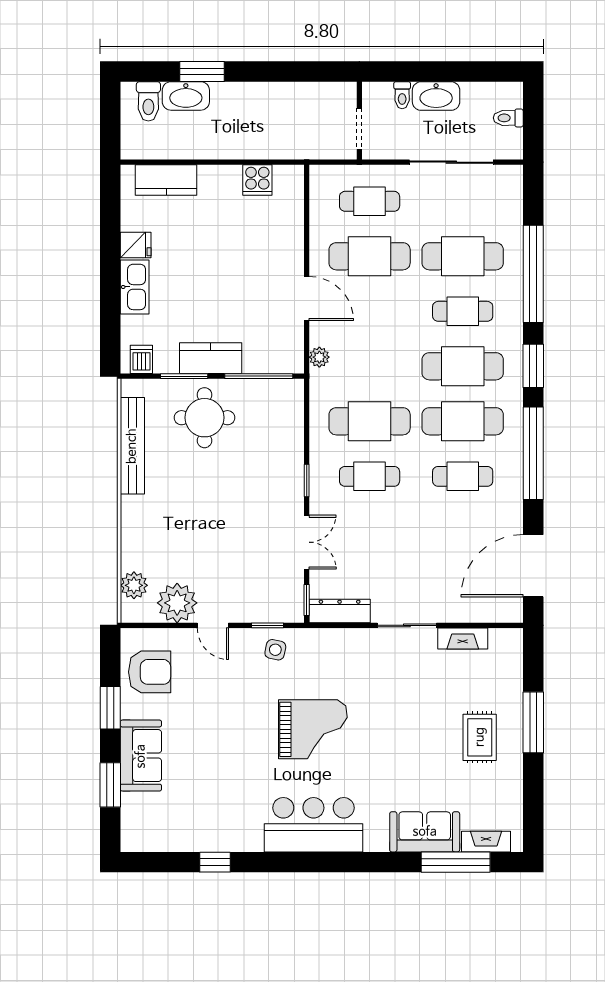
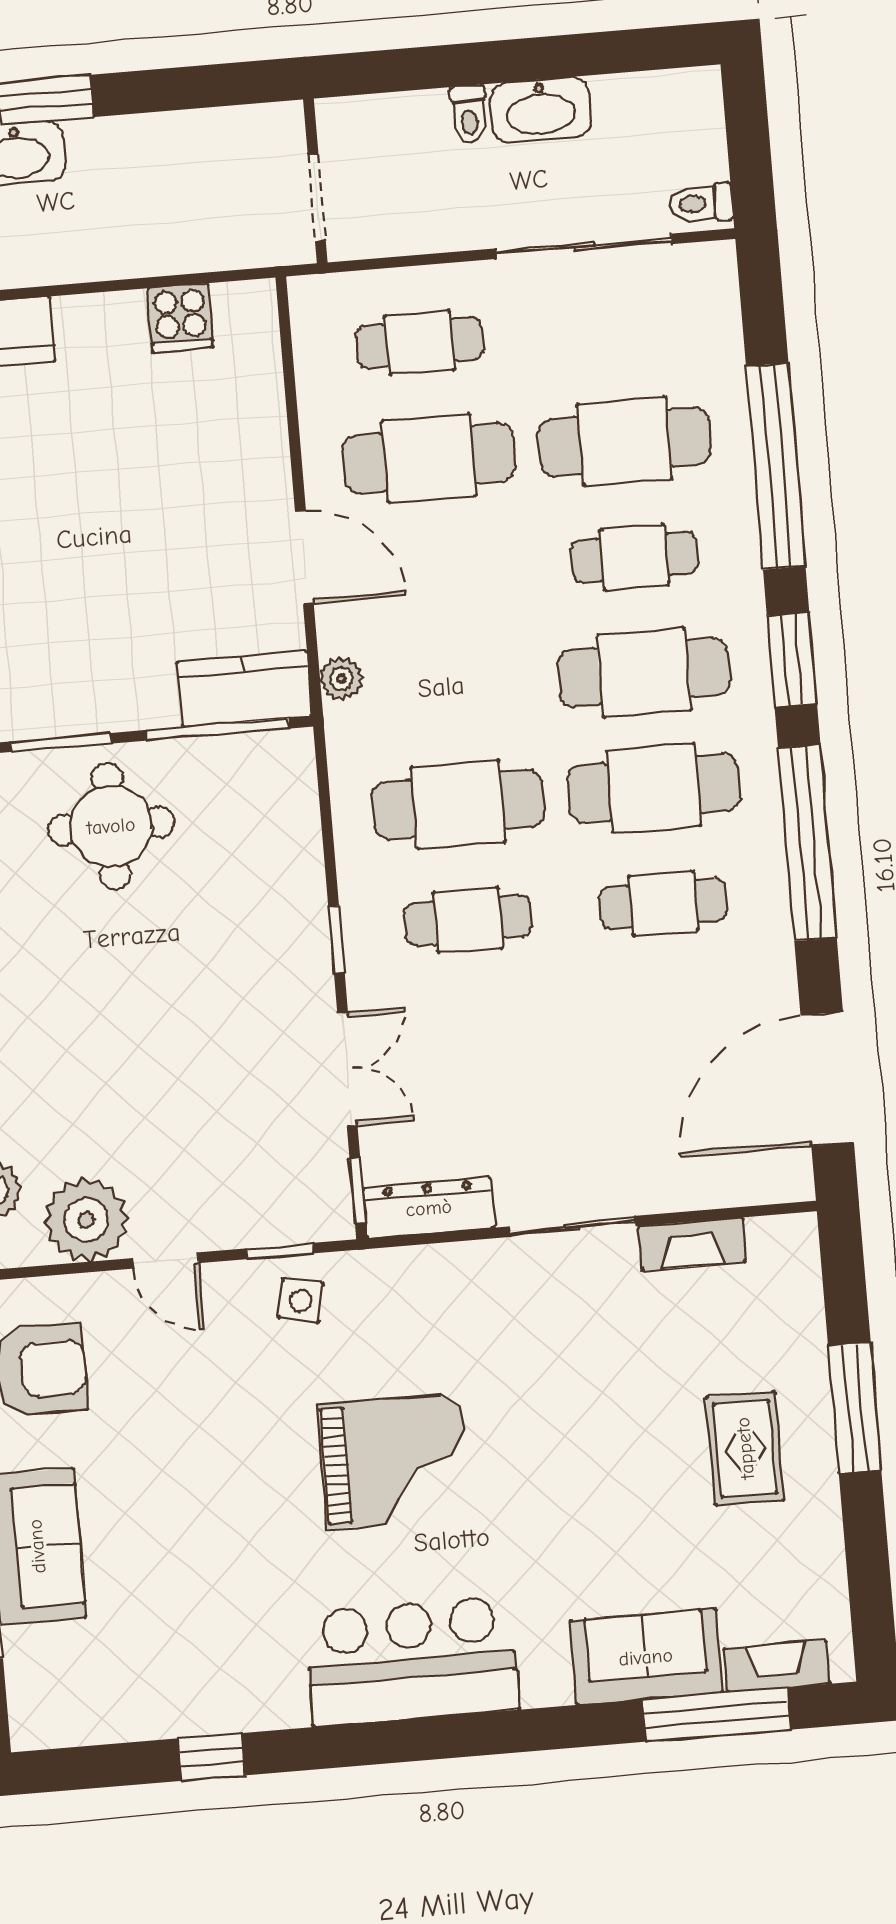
toilet: (508, 118) -> (701, 203), moved
wall: (359, 121) -> (315, 181), moved
doorway: (359, 129) -> (317, 198), moved
kitchen counter: (211, 358) -> (244, 689), moved

